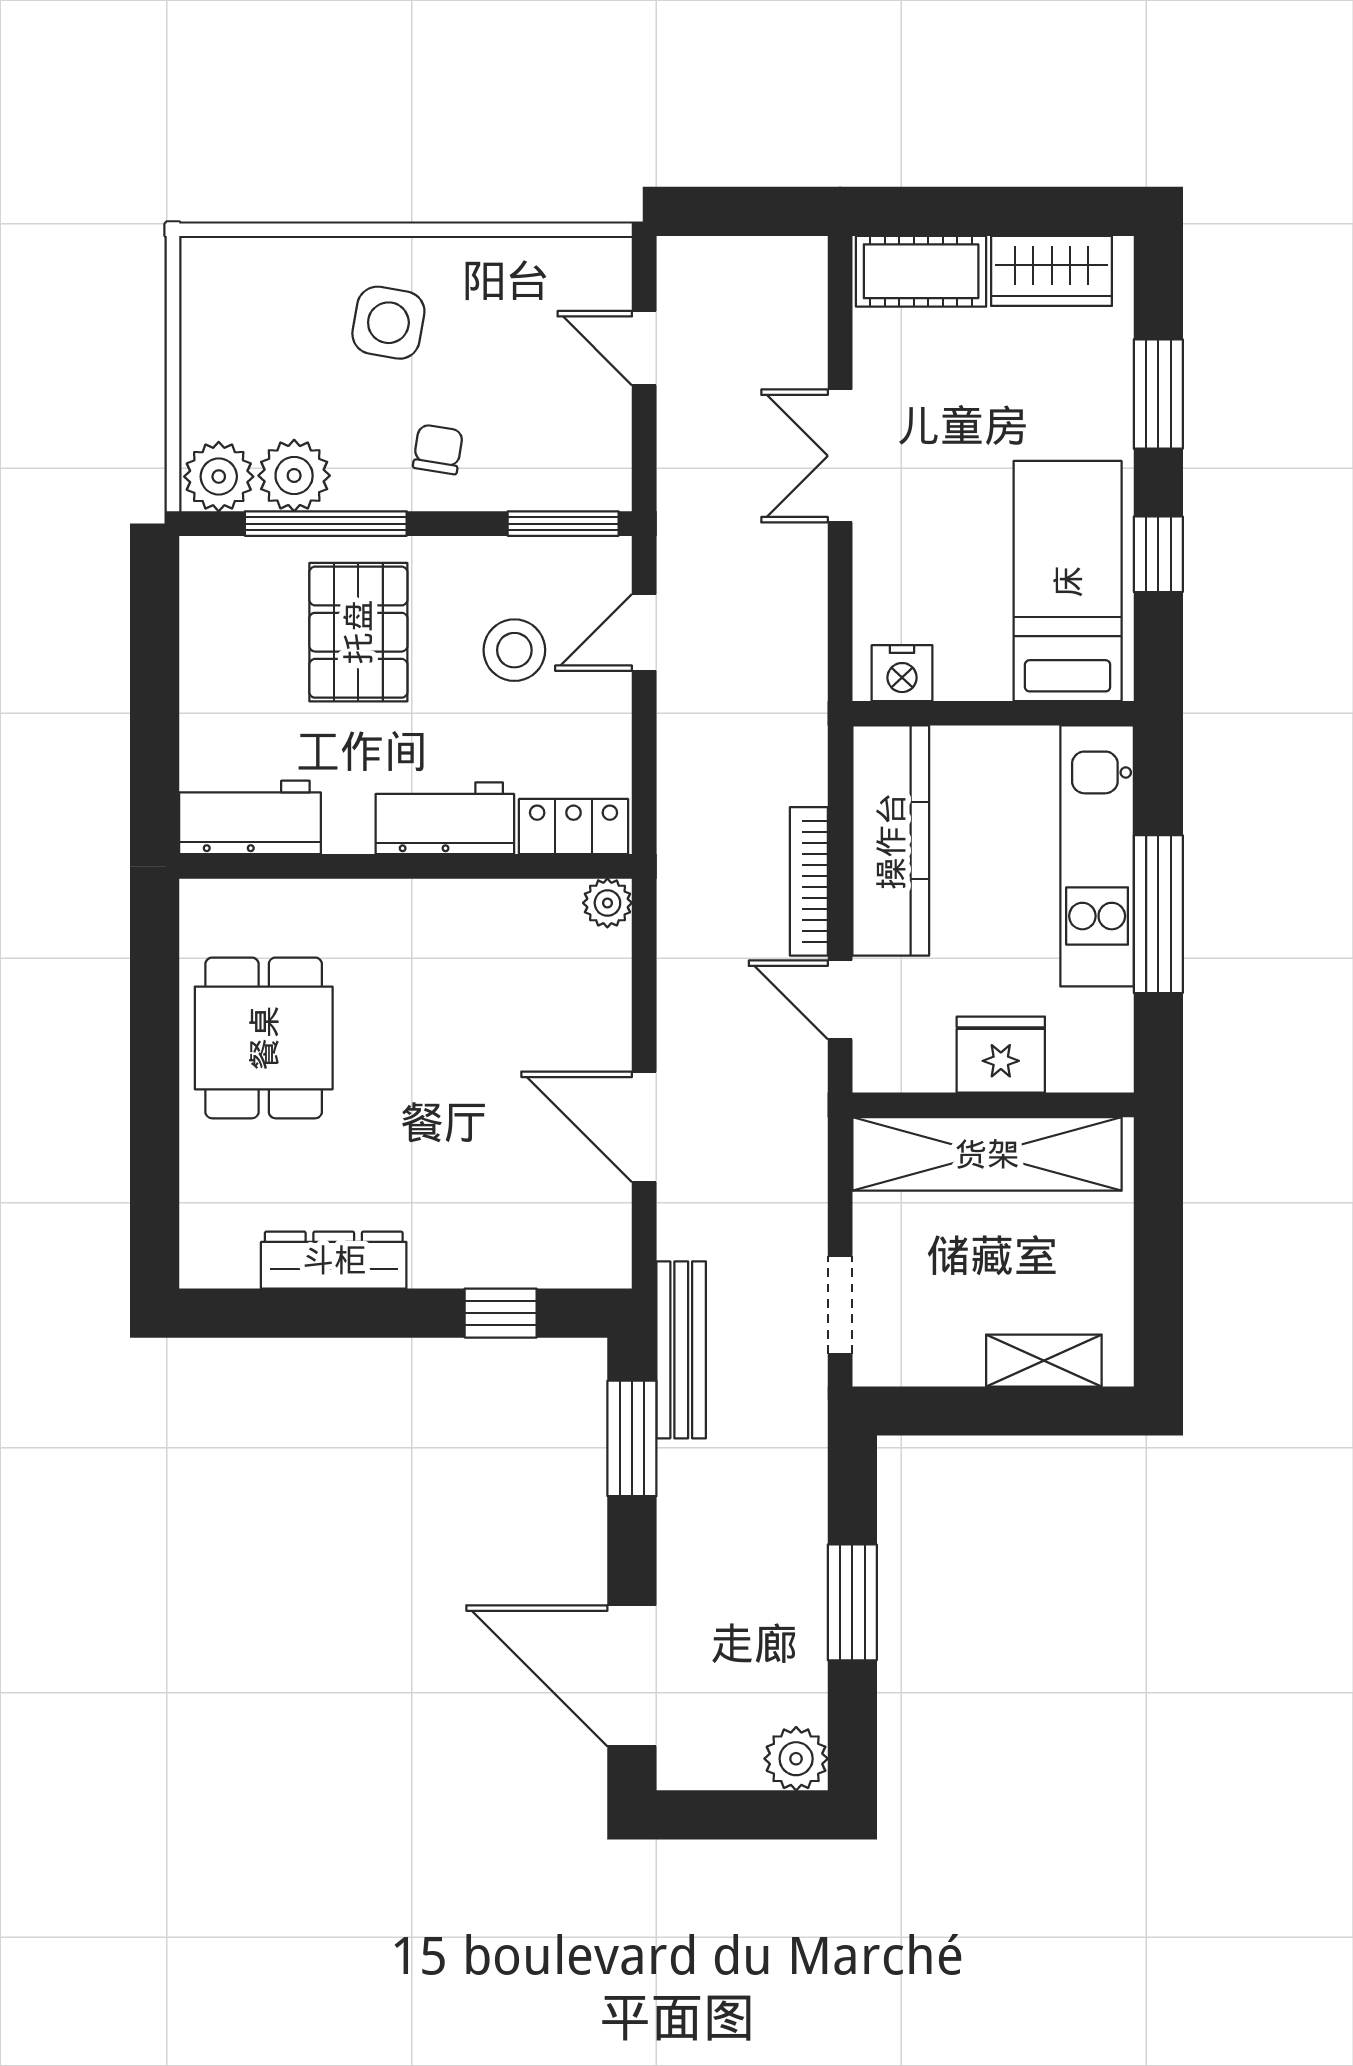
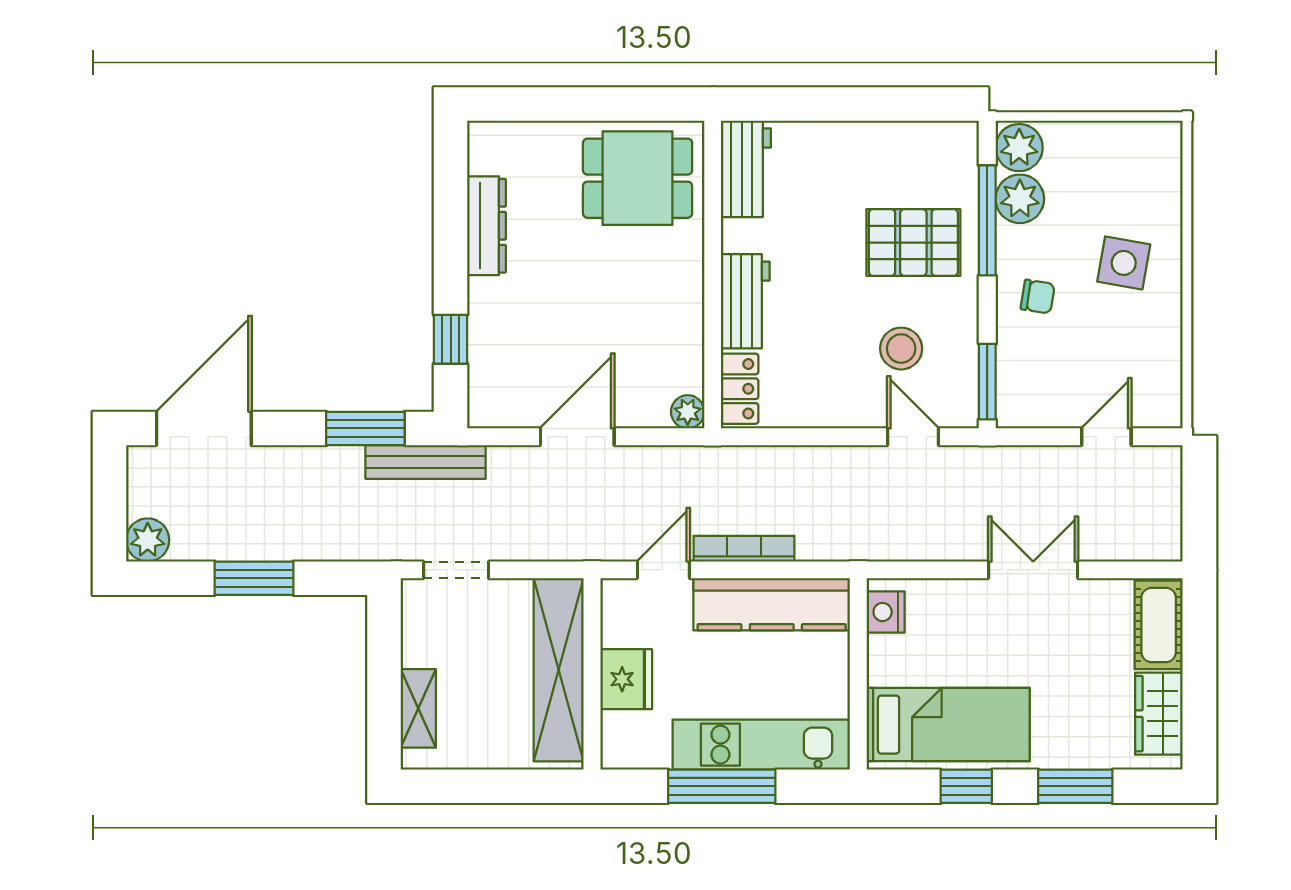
workbench: (250, 817) -> (746, 169), moved
workbench: (445, 818) -> (745, 301), moved
locker: (573, 826) -> (740, 389), moved
wall: (405, 866) -> (713, 275), moved
plant: (607, 903) -> (688, 412), moved

